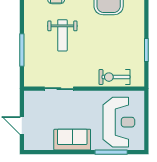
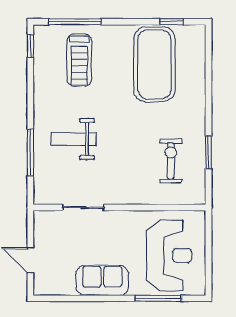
weight bench: (62, 35) -> (73, 139), moved, turned 90
exercise bike: (114, 77) -> (171, 161), moved, turned 90

